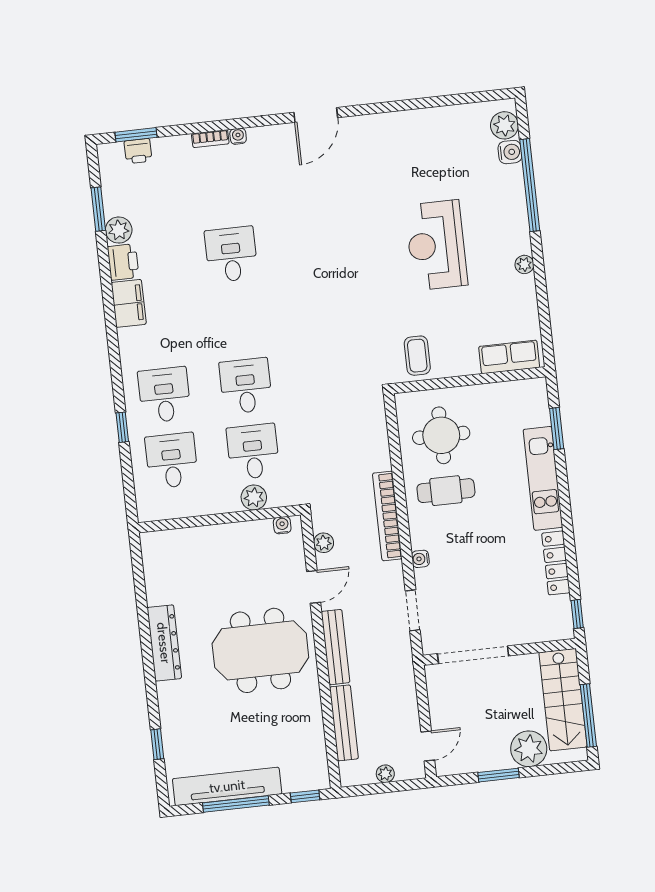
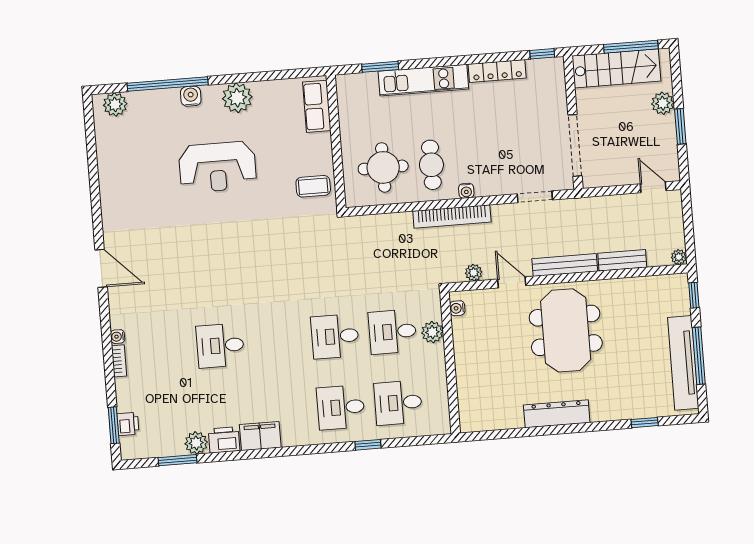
water cooler: (510, 152) -> (191, 96), moved
plant: (524, 264) -> (237, 98), width x1.87, depth x1.87
water cooler: (420, 559) -> (466, 191), moved
bench: (344, 723) -> (622, 260), width x0.73
plant: (529, 749) -> (663, 103), width x0.73, depth x0.73
plant: (385, 774) -> (679, 257), moved

